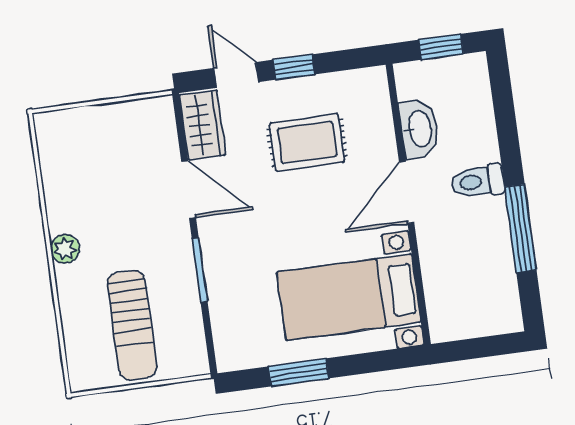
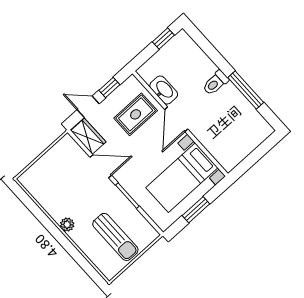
washbasin: (419, 129) -> (164, 90), moved
door: (407, 192) -> (176, 119), moved
wall: (408, 204) -> (180, 124), moved
bed with nightstands: (349, 297) -> (182, 178), moved

